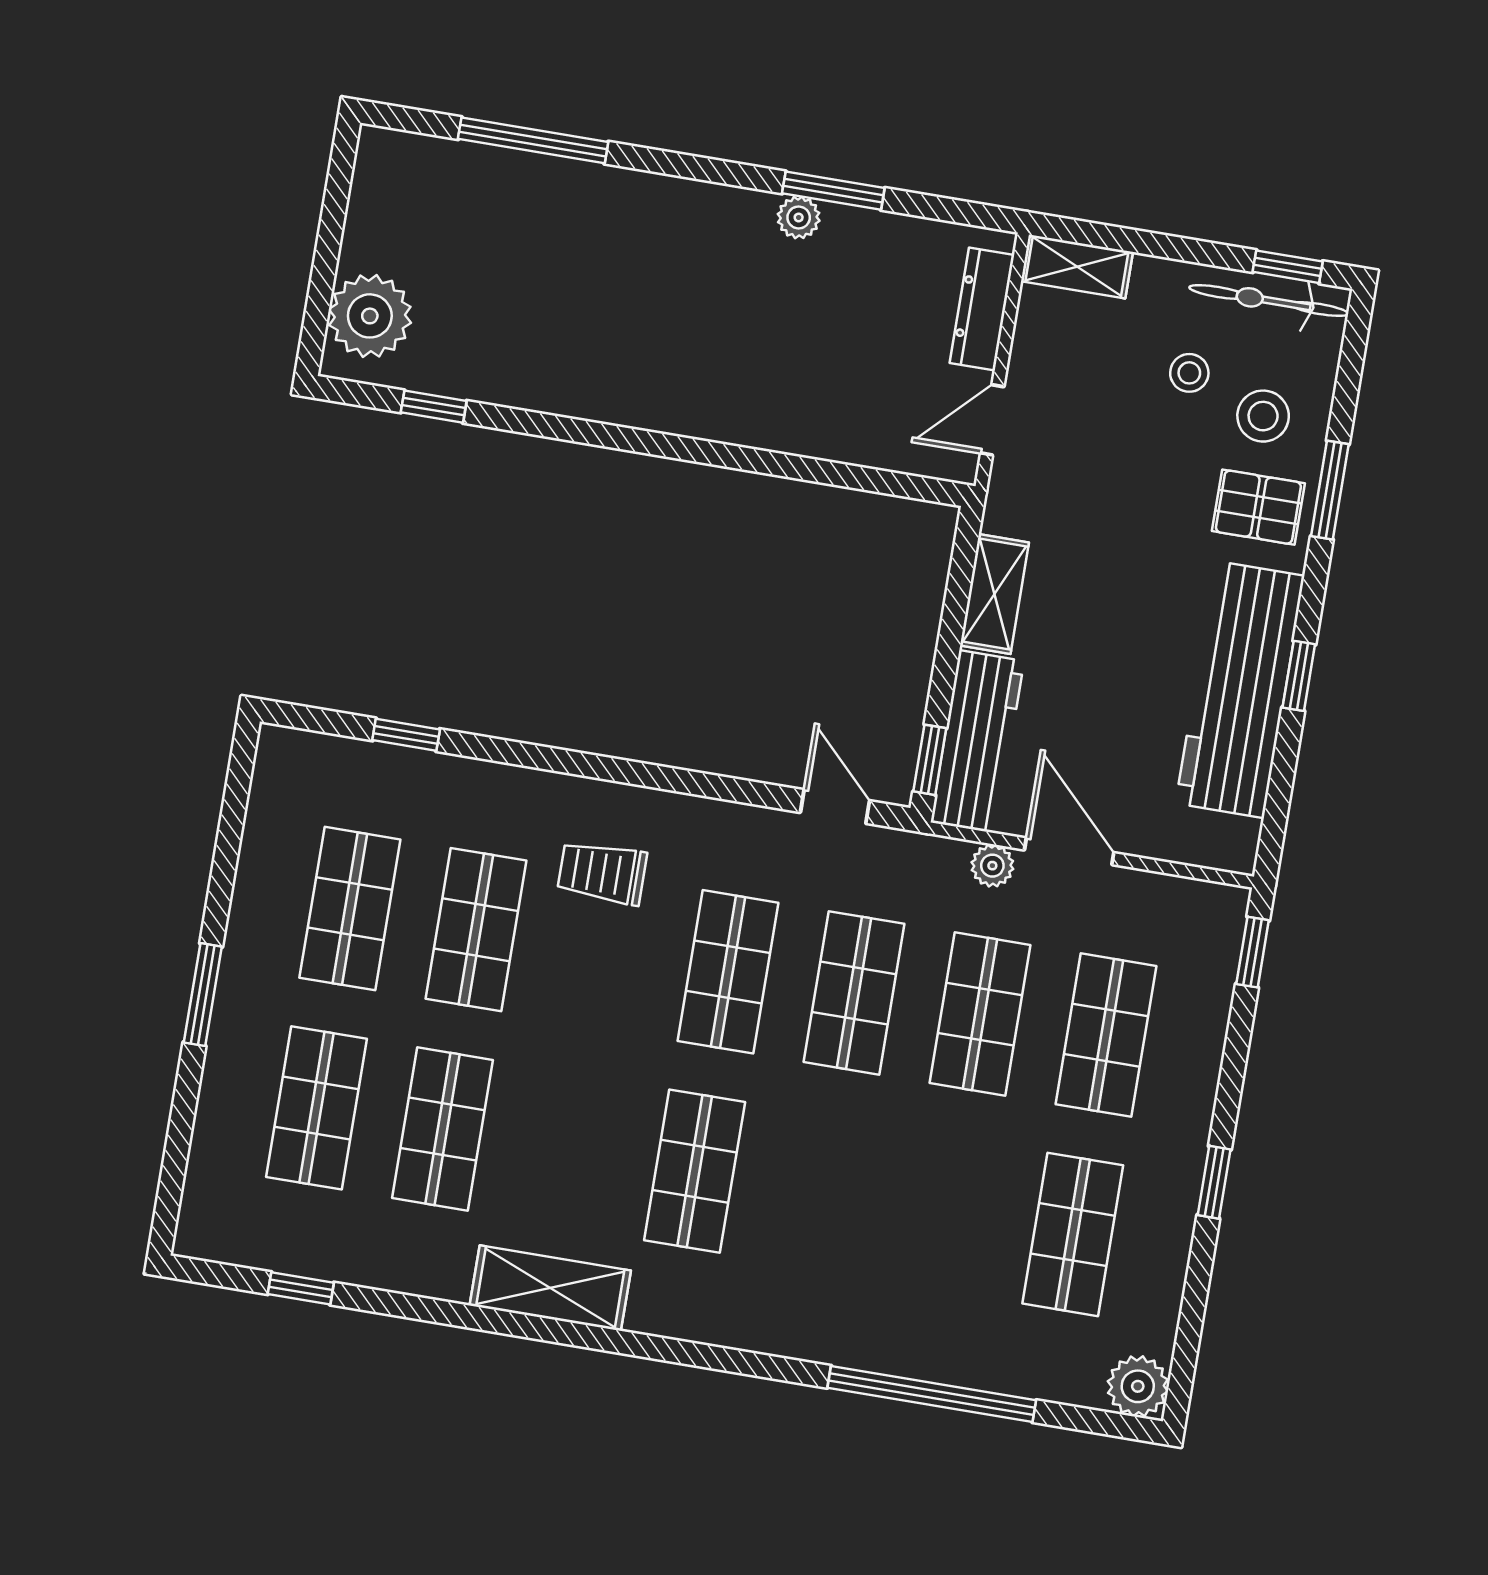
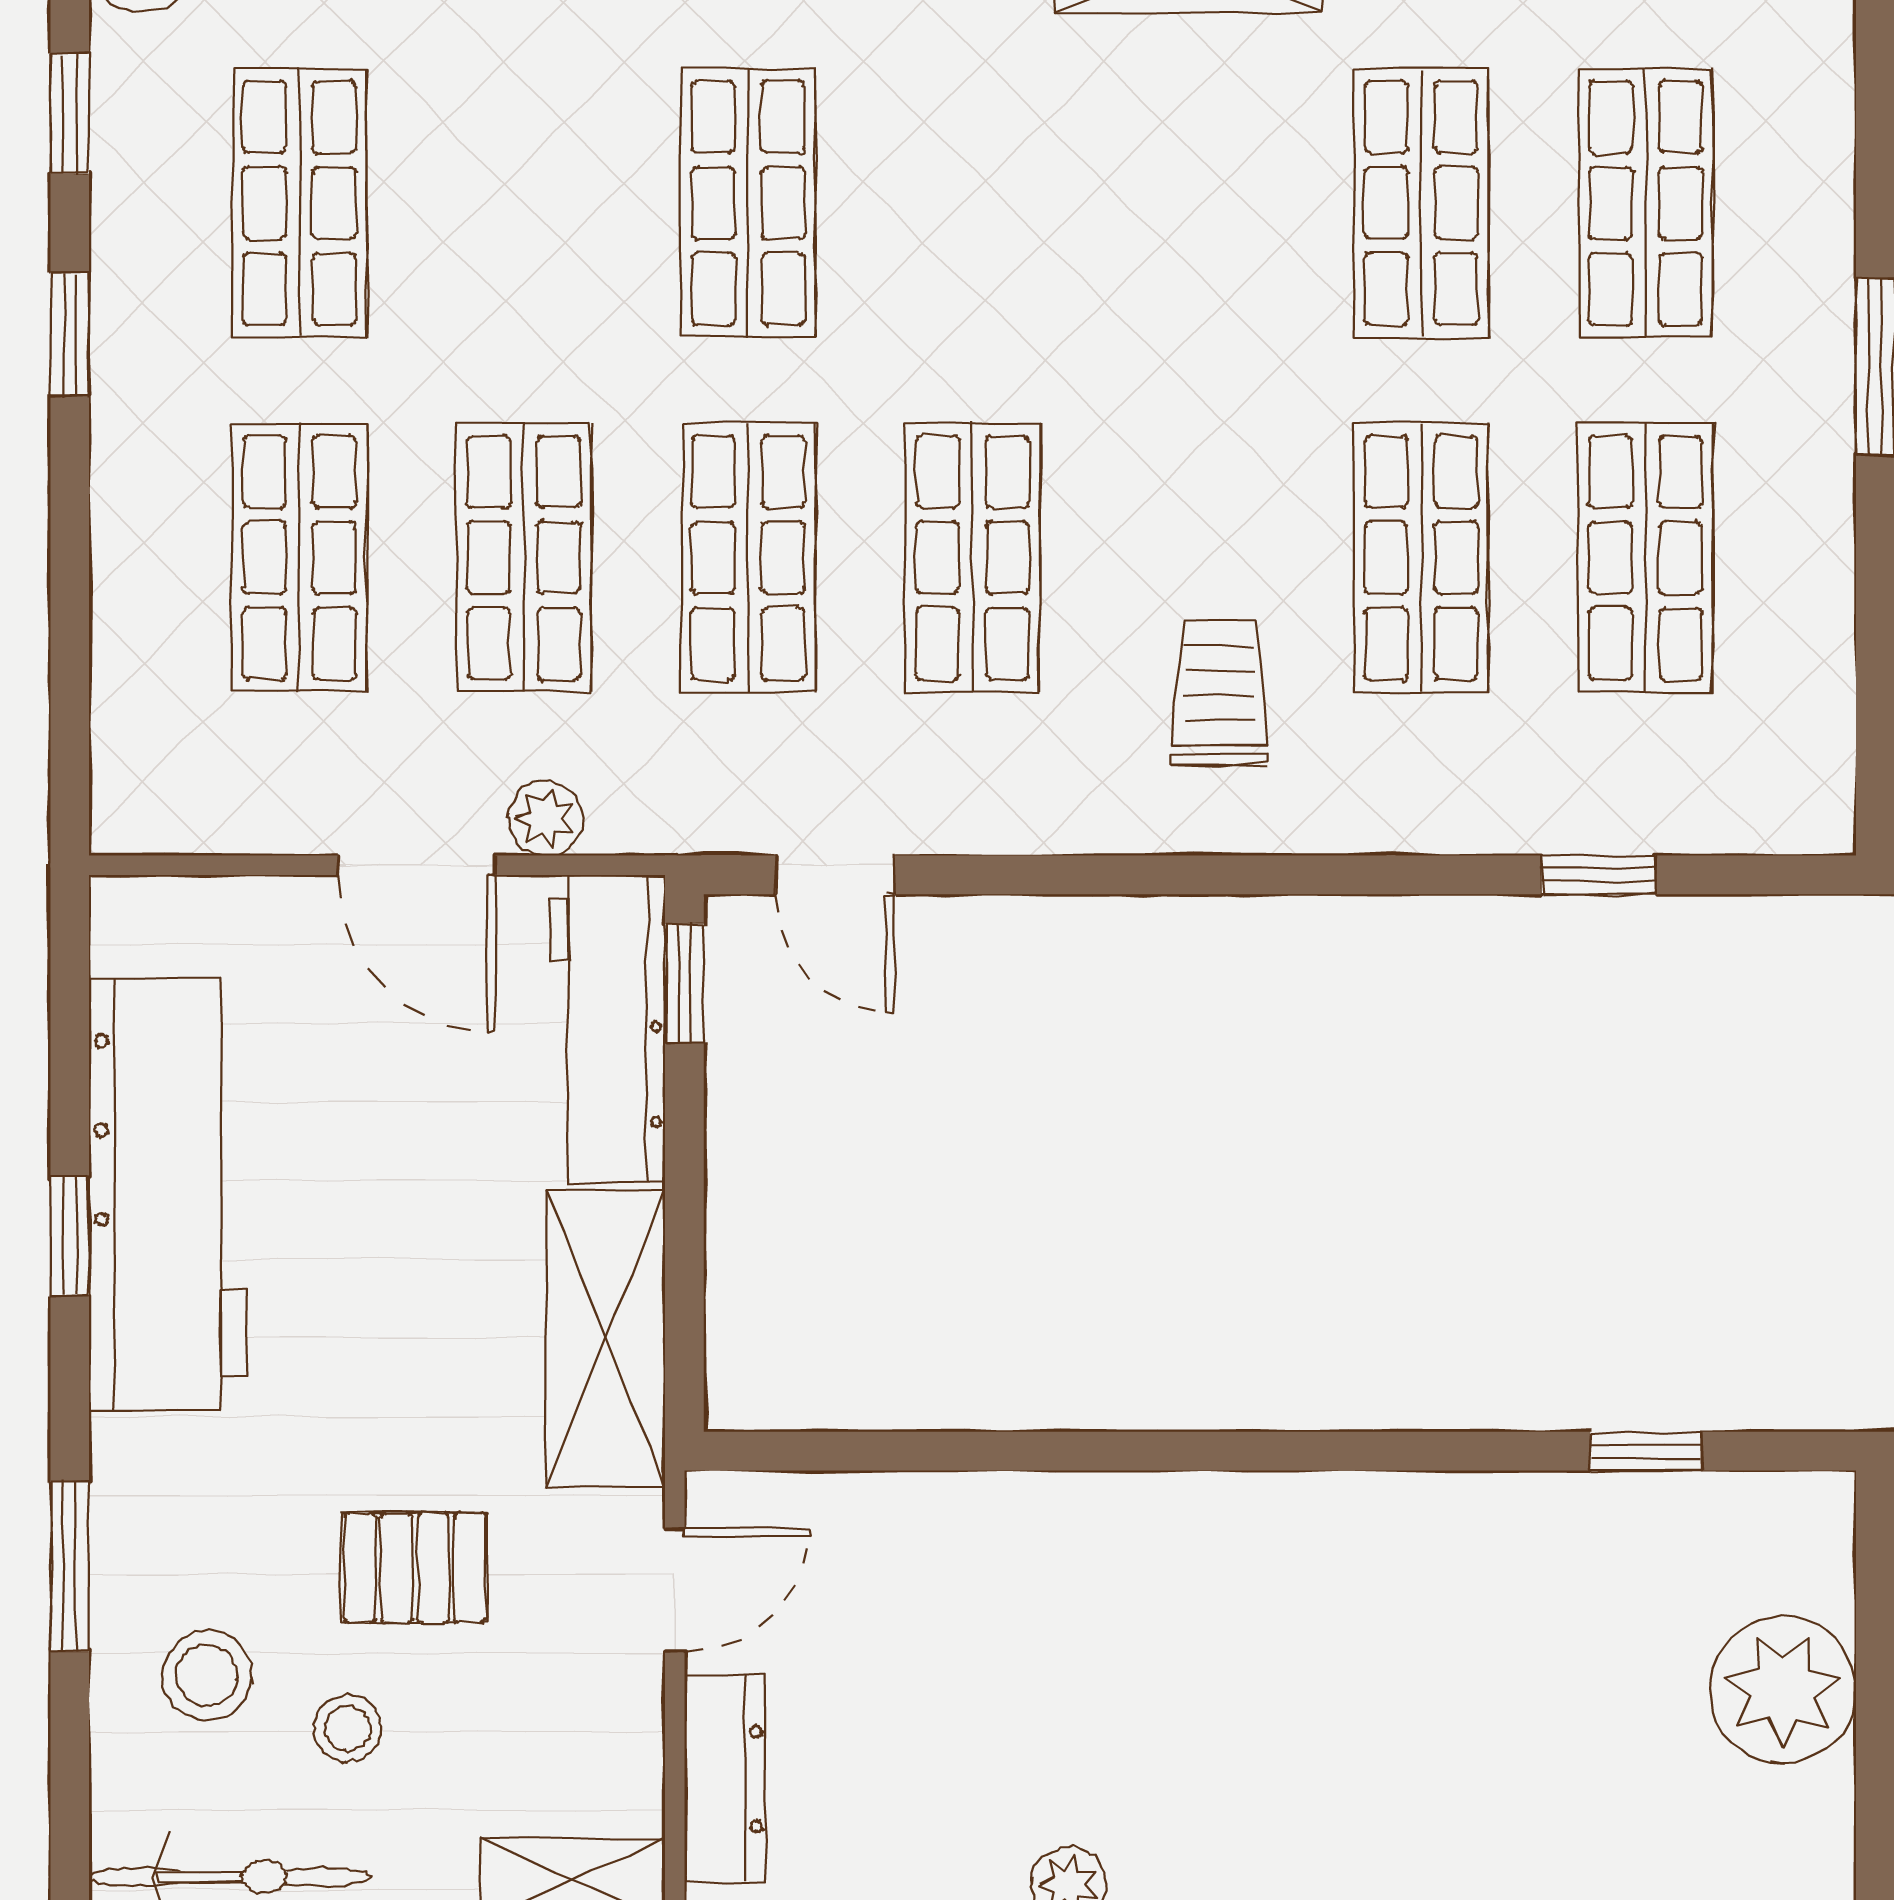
plant: (370, 316) -> (1783, 1690), moved
pallet: (1258, 507) -> (415, 1568), moved
shelving: (994, 594) -> (606, 1339), width x1.50, depth x1.33
trolley: (602, 873) -> (1219, 693), turned -90
window: (1253, 952) -> (70, 114), moved
shop shelf: (695, 1171) -> (748, 203), moved

